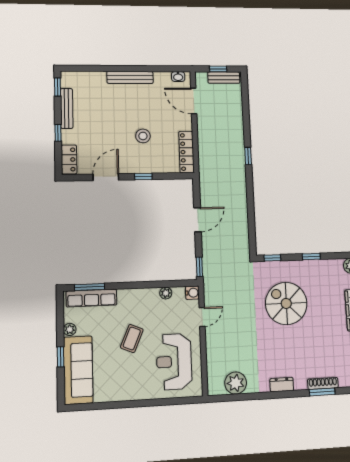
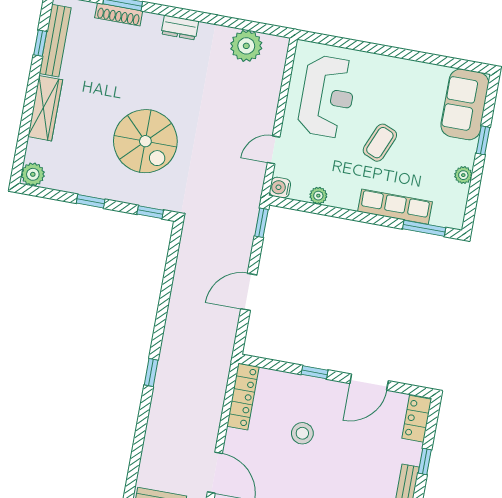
row of seats: (91, 298) -> (395, 207), moved
sofa: (78, 370) -> (465, 104), width x0.73

